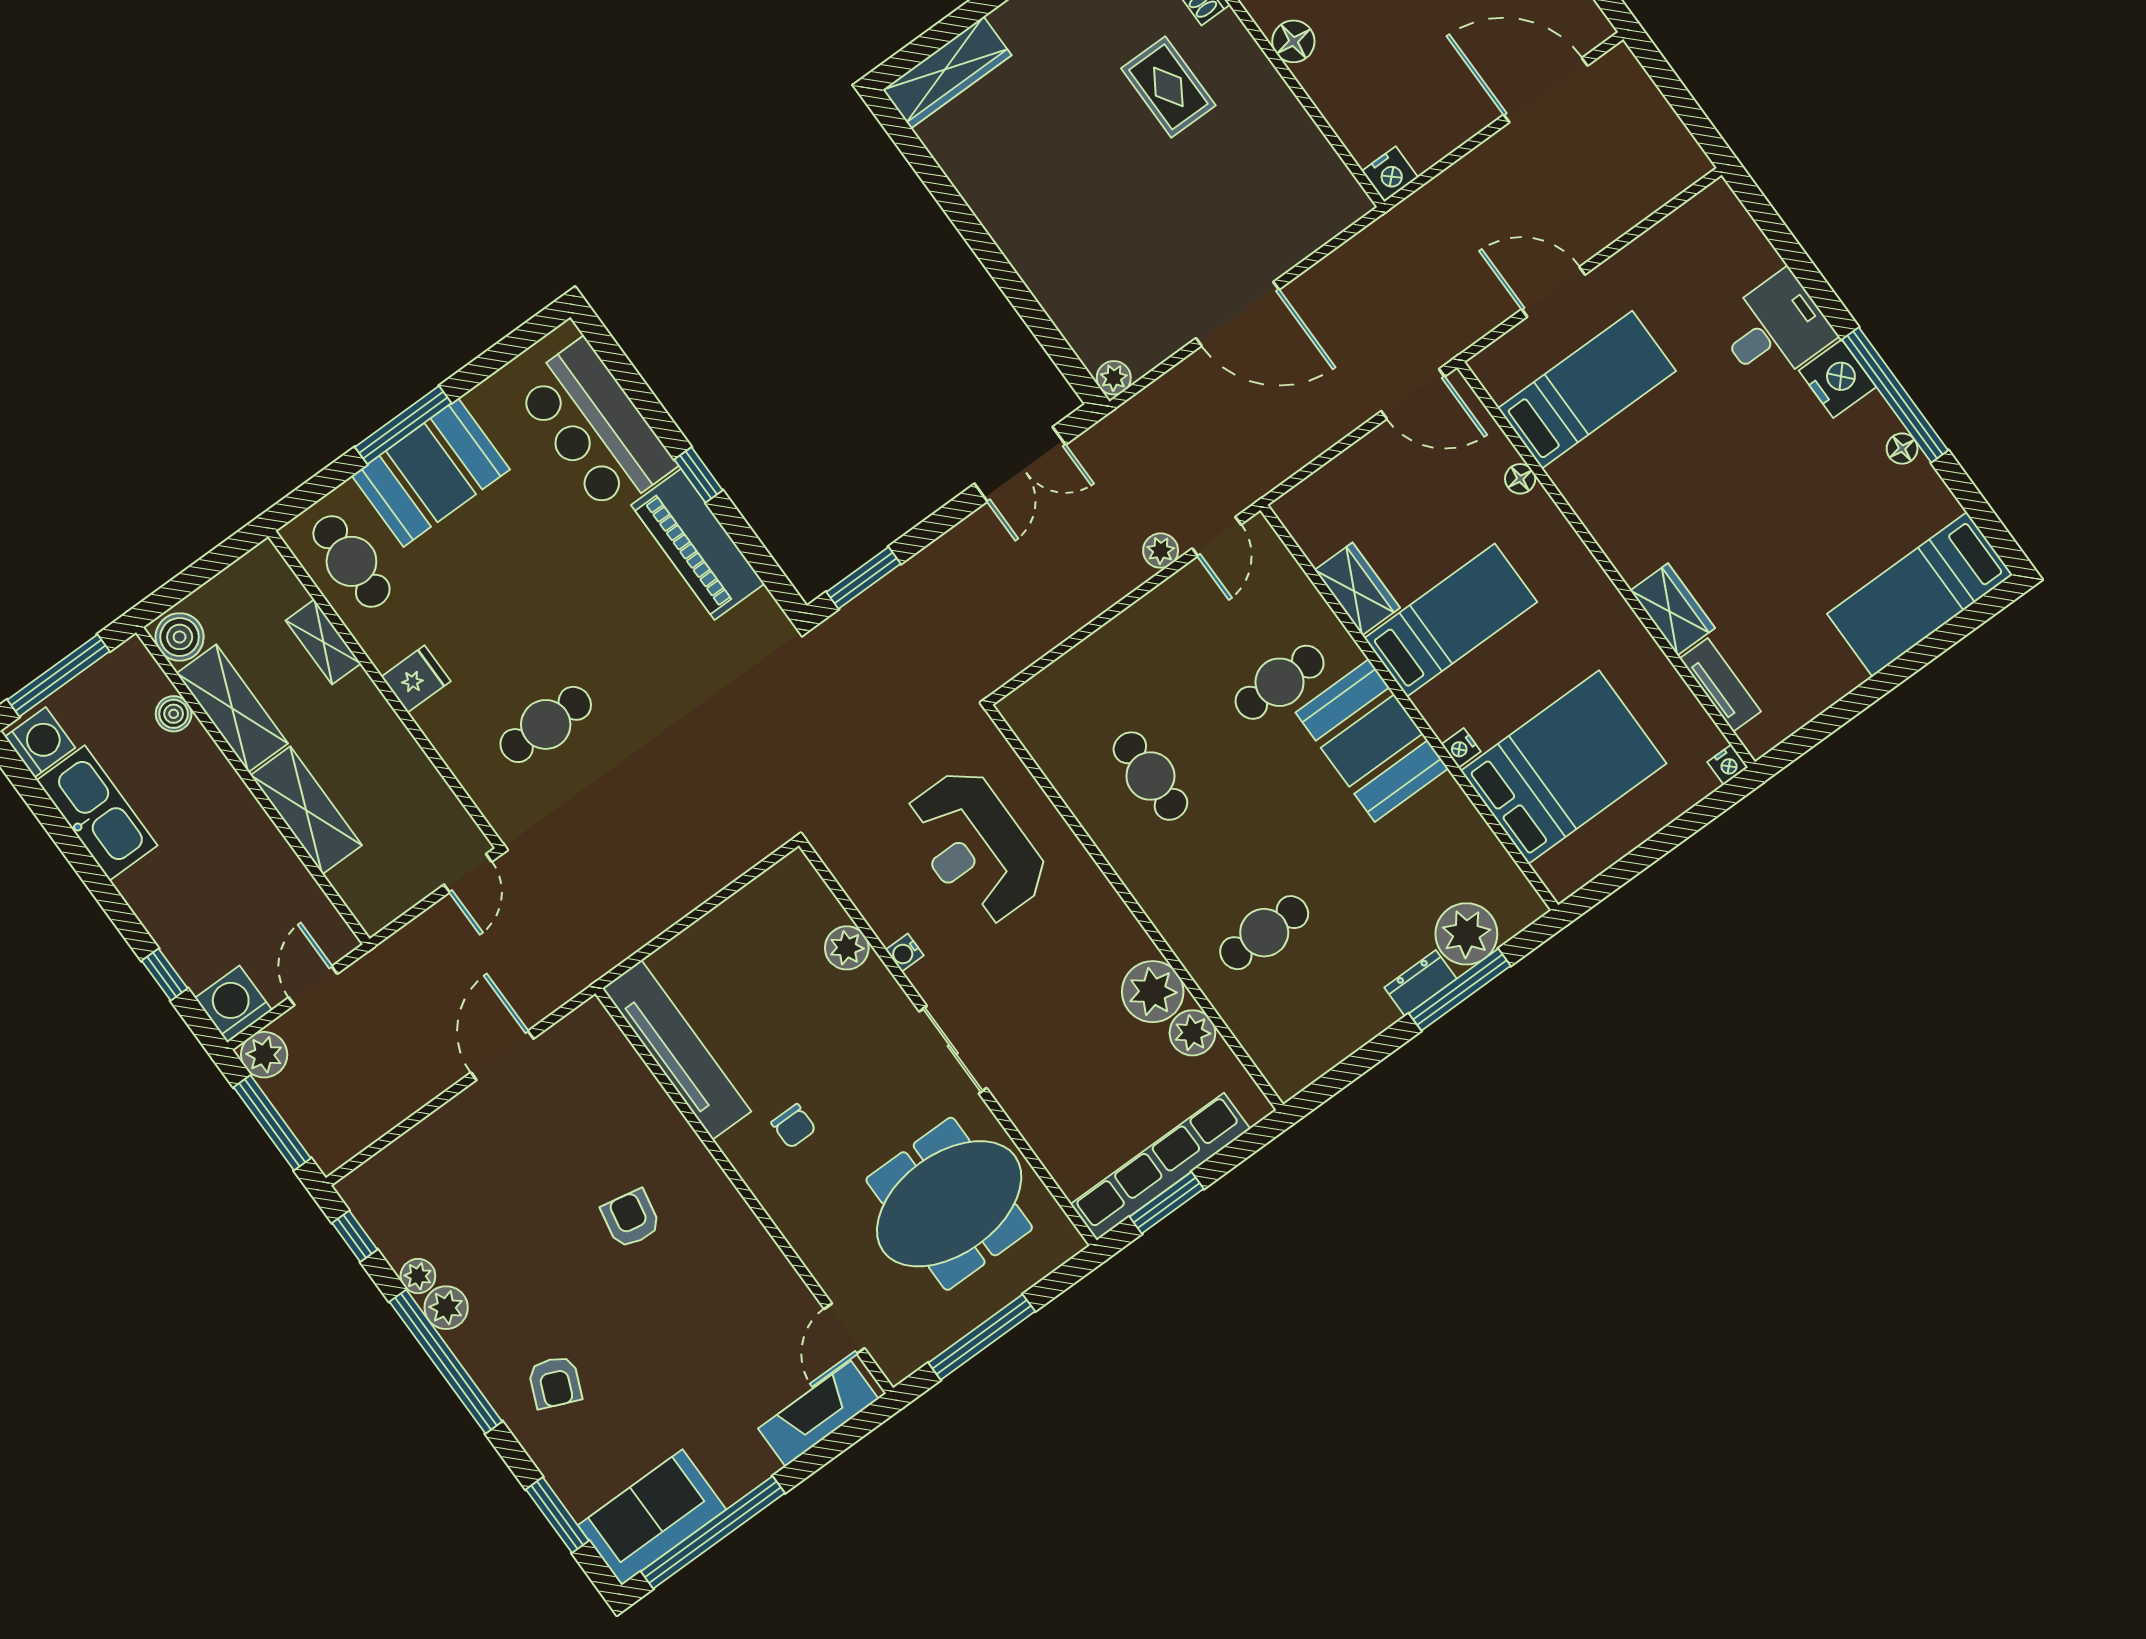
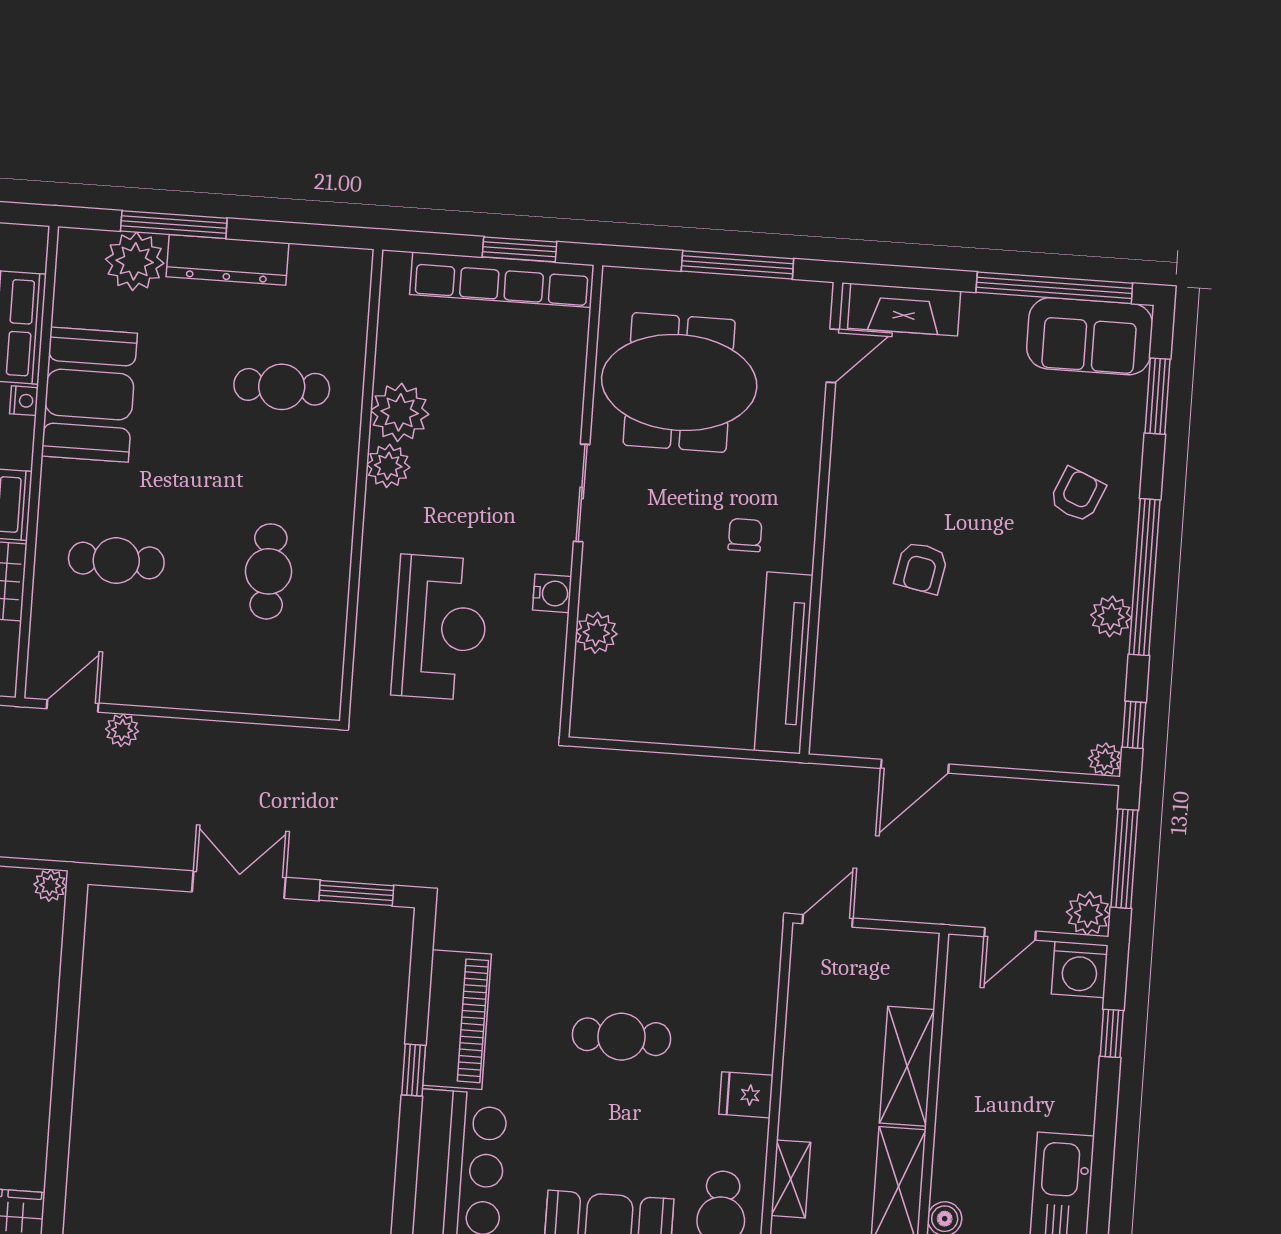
double door: (1020, 464) -> (239, 885), moved
cafe table: (546, 724) -> (622, 1037), moved
booth: (1372, 741) -> (89, 395), moved
water cooler: (905, 953) -> (552, 593), width x1.38, depth x1.38
dresser: (1420, 983) -> (228, 260), width x1.96, depth x1.24
plant: (1192, 1033) -> (388, 466), moved
plant: (418, 1276) -> (1105, 759), moved

